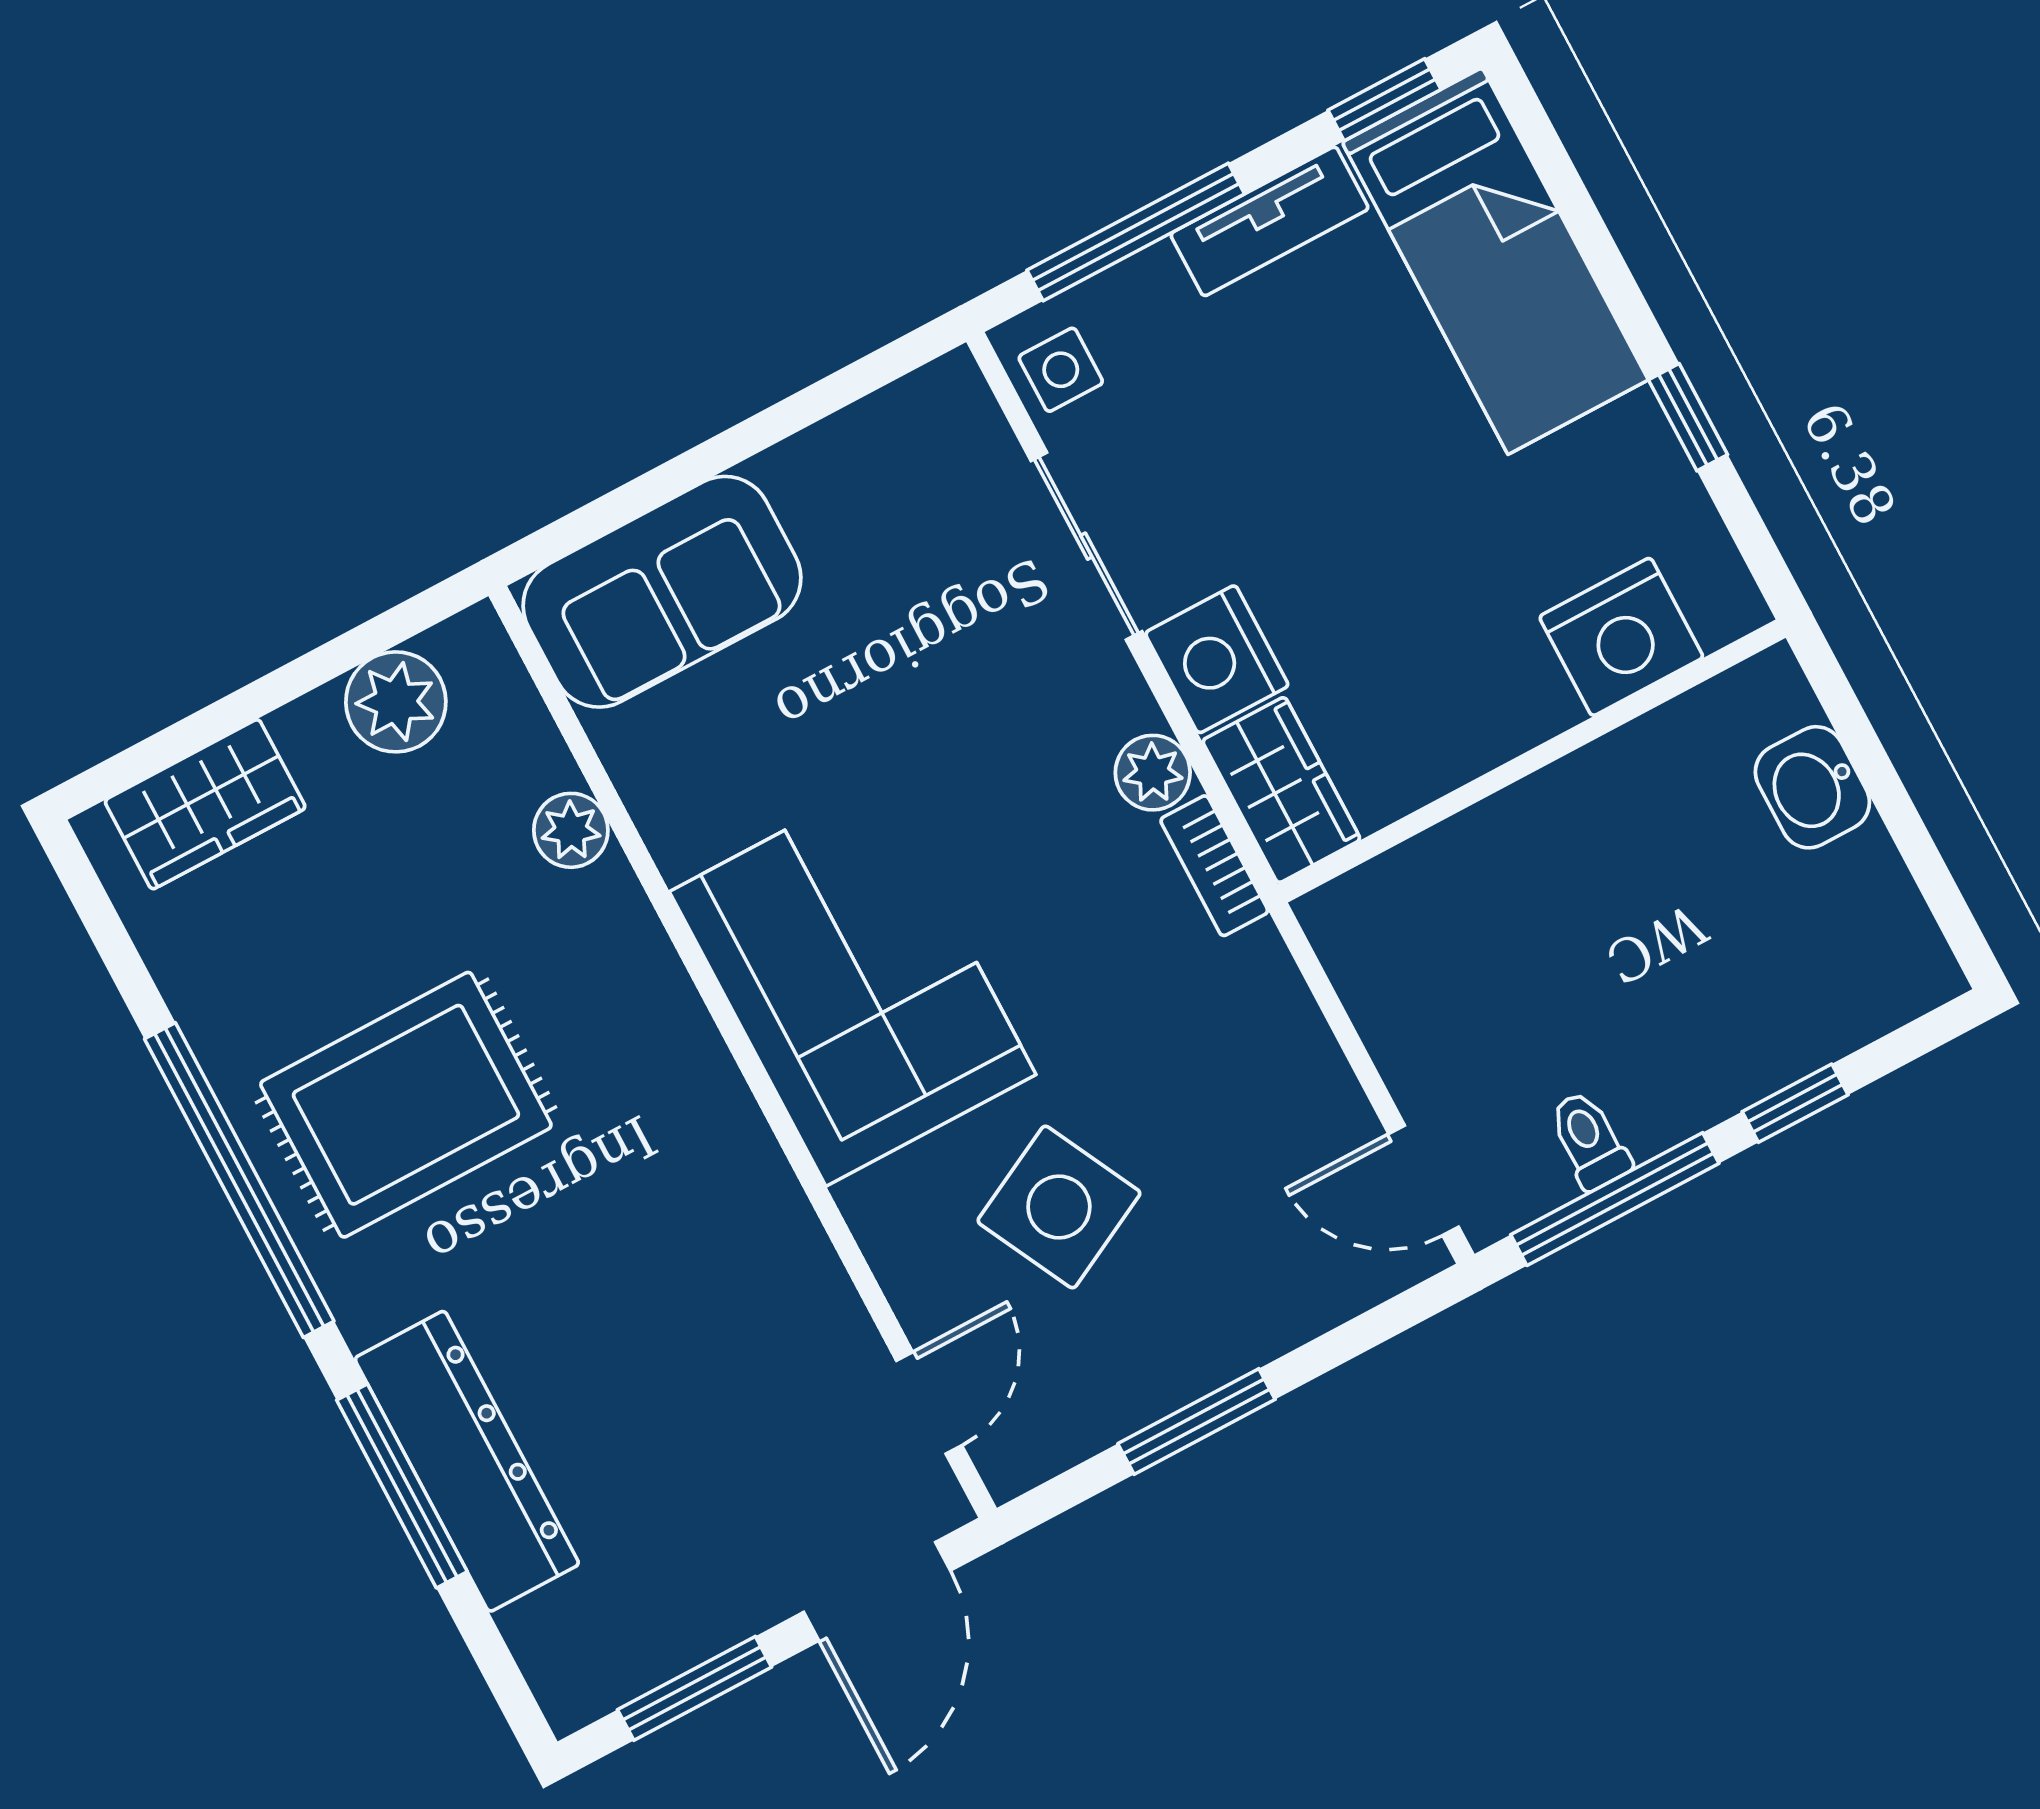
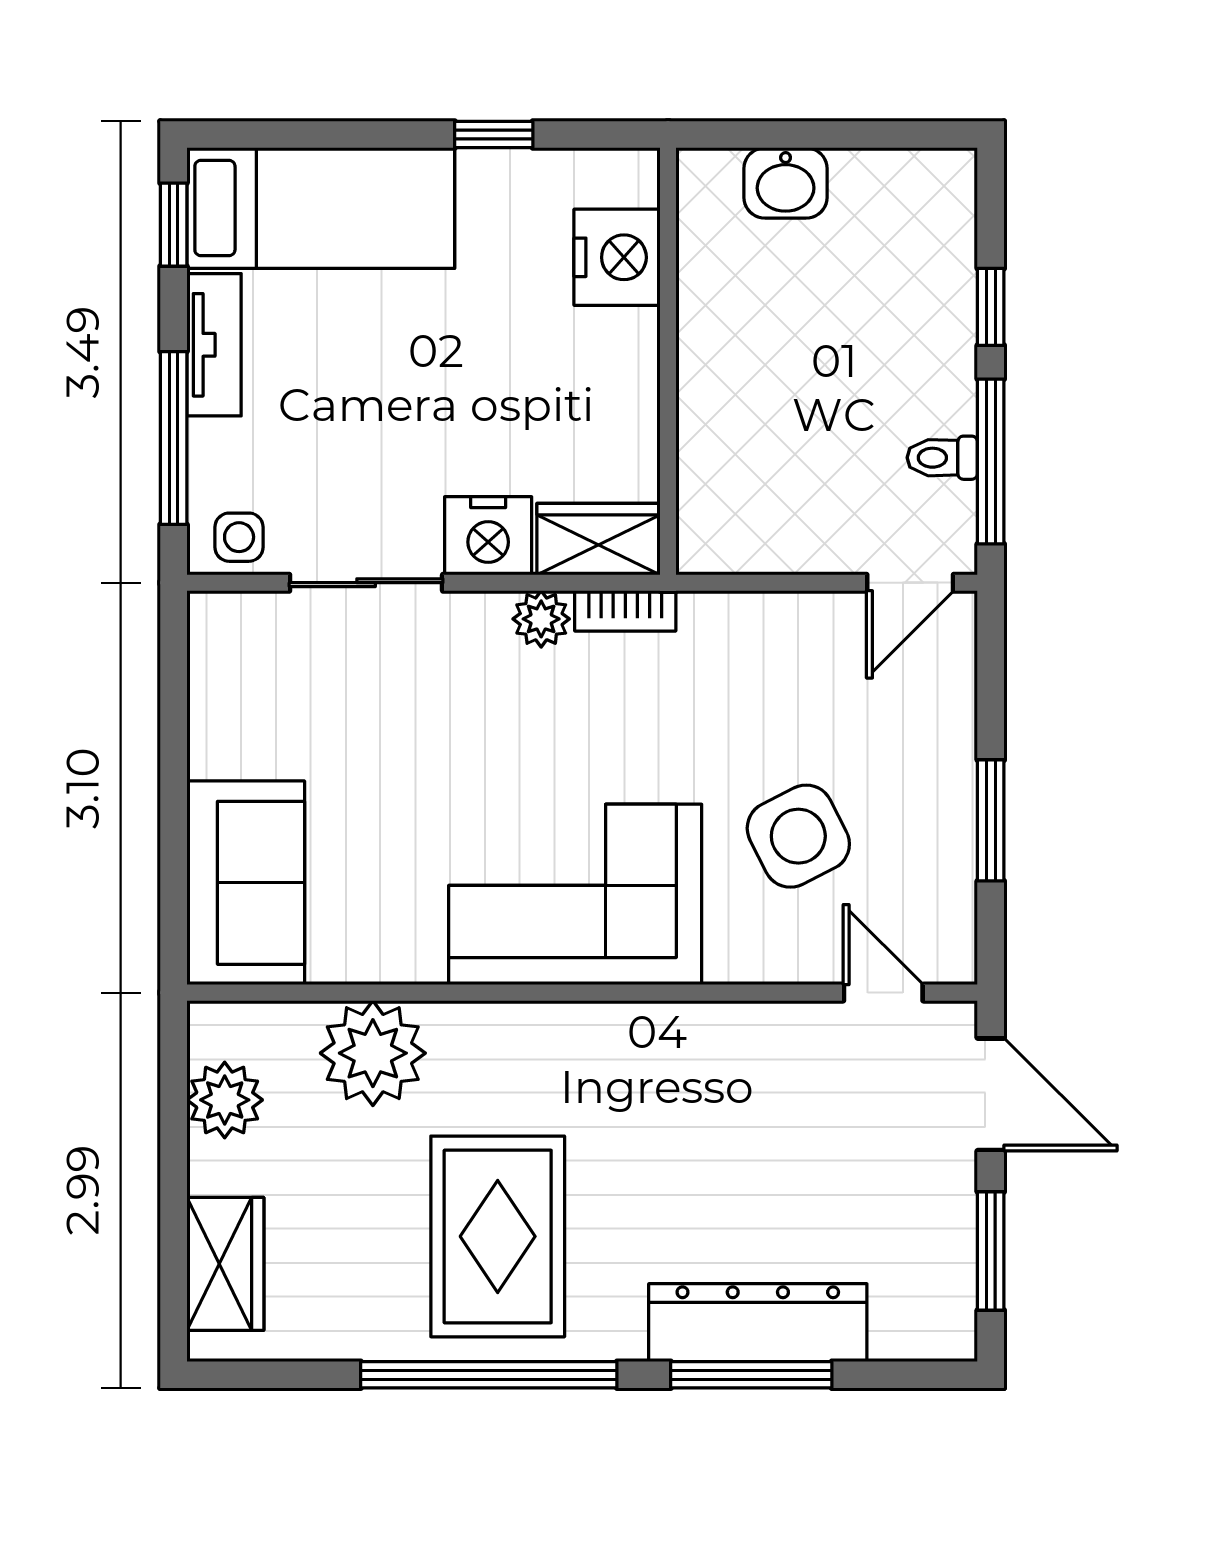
plant: (571, 830) -> (373, 1053), width x1.87, depth x1.87

